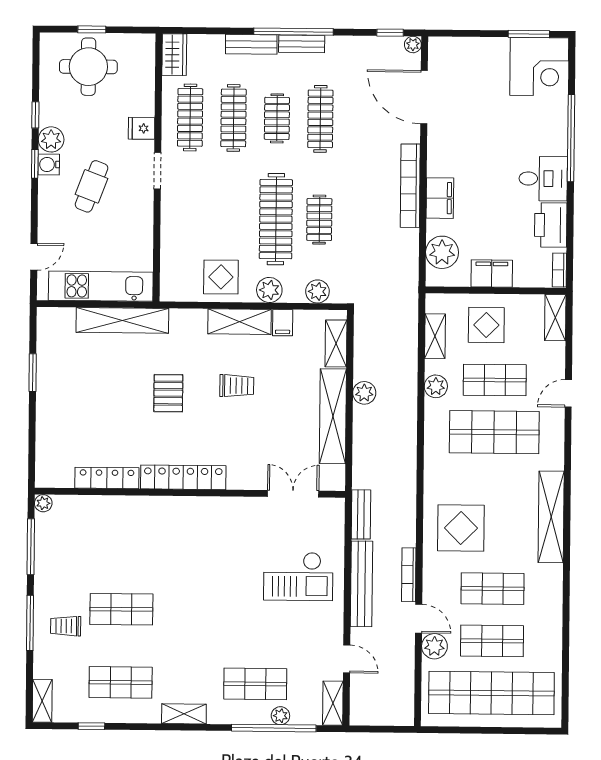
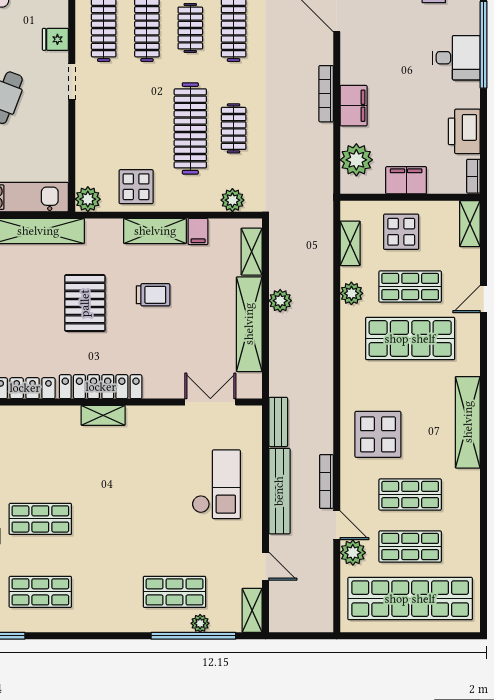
desk: (543, 179) -> (456, 58), moved
bookcase: (410, 186) -> (326, 94), width x0.68, depth x0.76
plant: (269, 290) -> (88, 199), moved
pallet: (168, 393) -> (85, 303), width x1.50, depth x1.42
checkout: (298, 576) -> (216, 484), turned -90
shelving: (184, 714) -> (103, 415), moved

